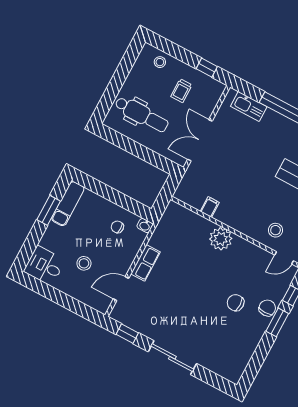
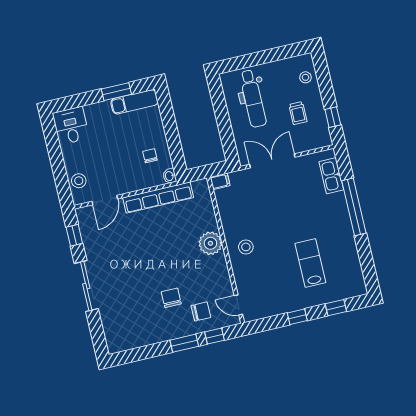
trolley: (181, 91) -> (298, 113), turned -90
filing cabinet: (210, 207) -> (220, 181), moved
stool: (276, 230) -> (246, 247), moved
stool: (84, 263) -> (79, 181), moved
row of seats: (145, 263) -> (158, 198), width x2.02
door: (121, 289) -> (105, 200), swing flipped
chair: (267, 308) -> (201, 311), moved

